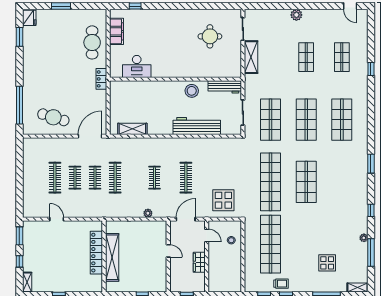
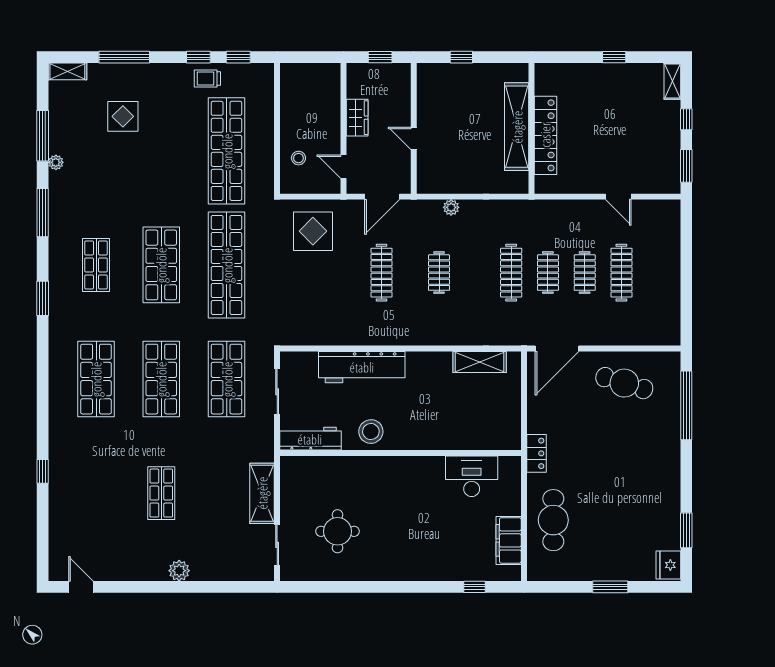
shop shelf: (342, 57) -> (96, 265), moved
window: (371, 210) -> (43, 213), width x2.17

